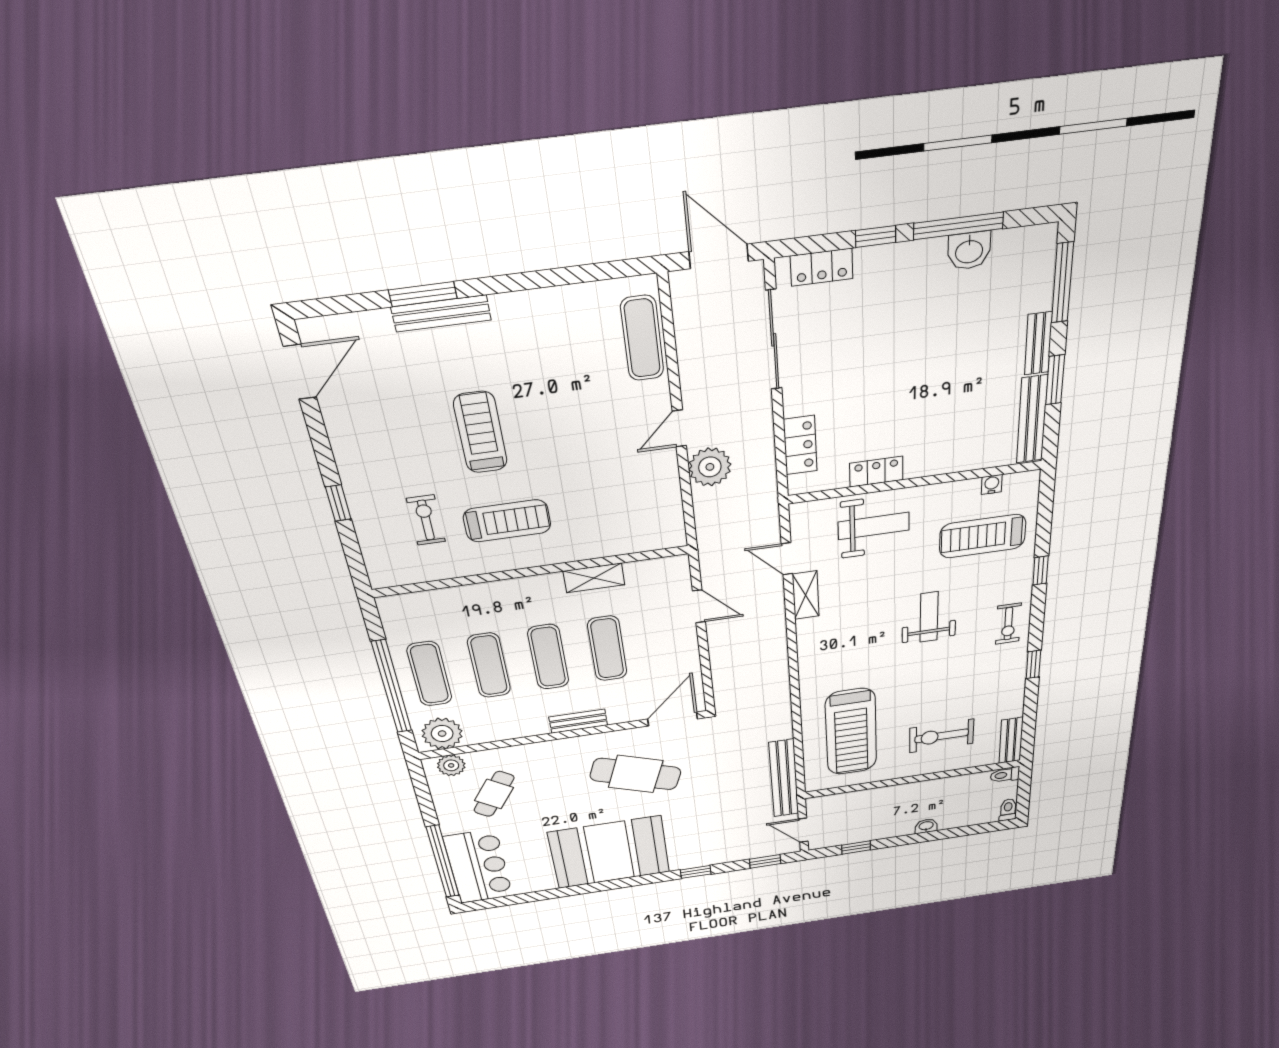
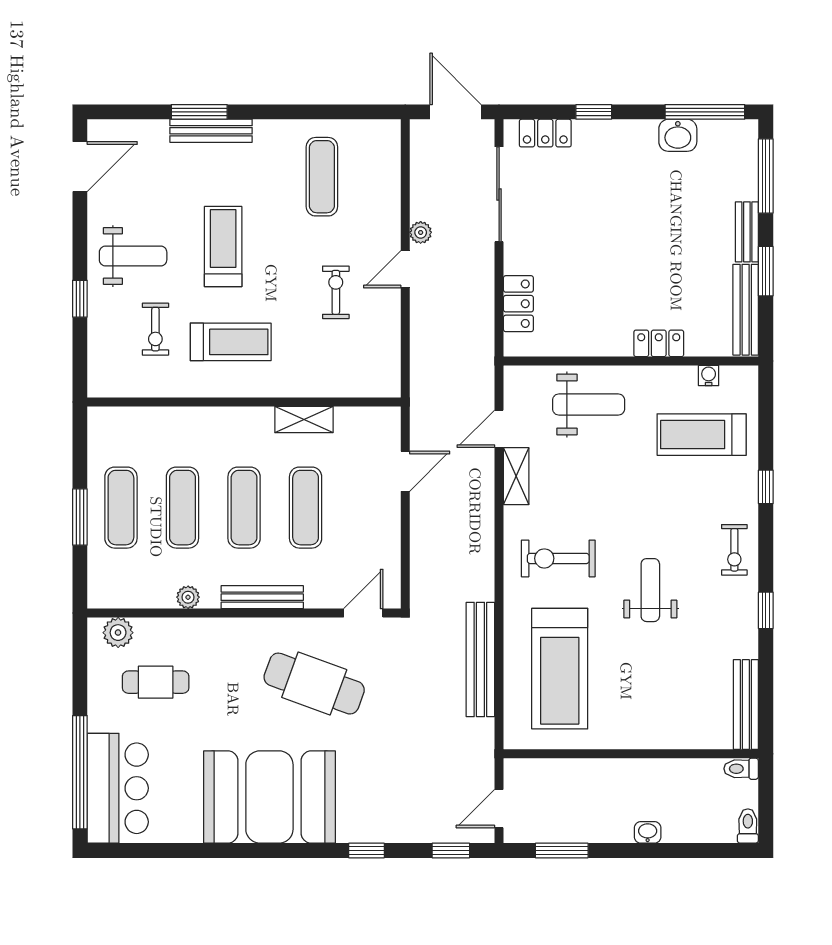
window: (958, 226) -> (705, 112), moved
exercise mat: (642, 338) -> (322, 177), moved
weight bench: (385, 455) -> (133, 256), added
exercise bike: (609, 460) -> (336, 292), added
plant: (710, 467) -> (421, 232), moved, width x0.53, depth x0.53
locker: (876, 472) -> (659, 343), moved
exercise bike: (426, 520) -> (155, 329), turned 180
door: (787, 559) -> (499, 429), hinge flipped
door: (699, 606) -> (405, 471), hinge flipped
weight bench: (929, 617) -> (650, 590), moved
window: (392, 687) -> (80, 517), width x0.47
door: (673, 719) -> (363, 613), width x0.73
bench: (578, 721) -> (262, 597), width x1.36
plant: (442, 734) -> (188, 597), moved, width x0.53, depth x0.53
exercise bike: (942, 736) -> (558, 558), moved
bench: (1011, 740) -> (746, 705), width x1.36
bench: (784, 778) -> (480, 659), moved
cafe table: (494, 794) -> (156, 682), turned 56
door: (803, 830) -> (499, 809), hinge flipped
window: (856, 848) -> (562, 850), width x1.50

